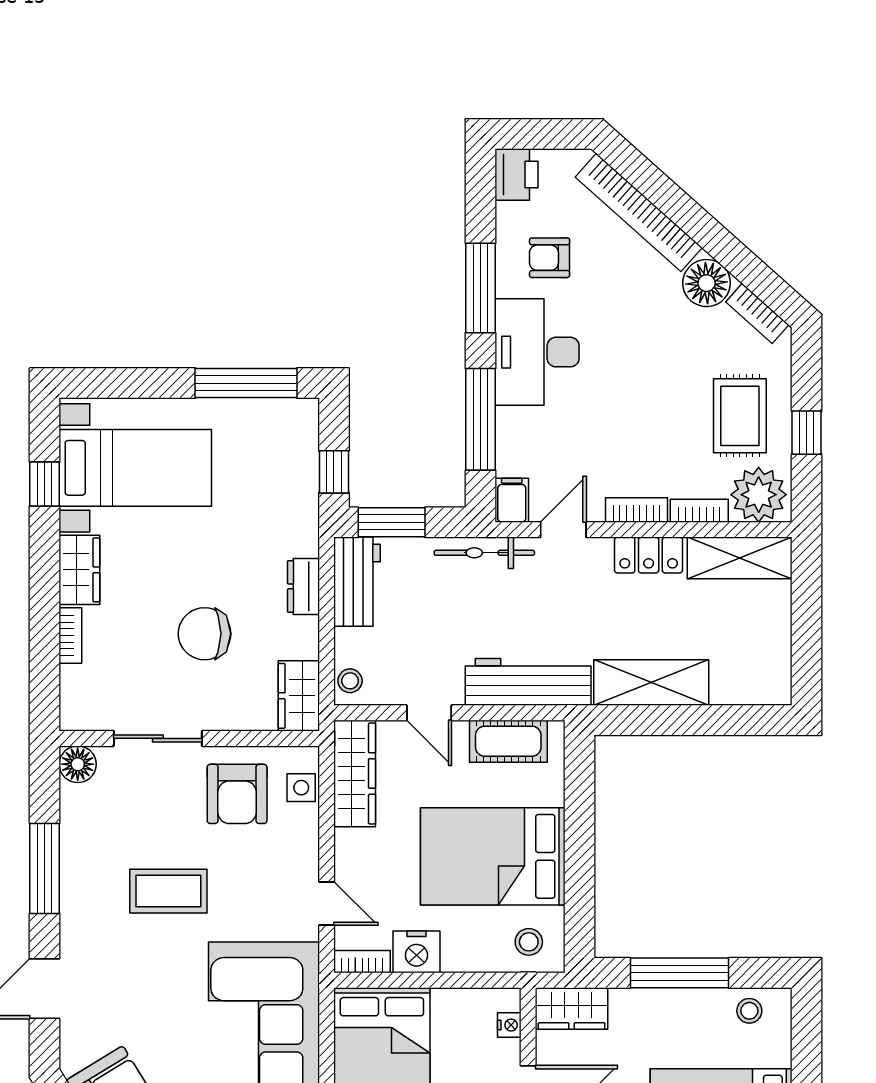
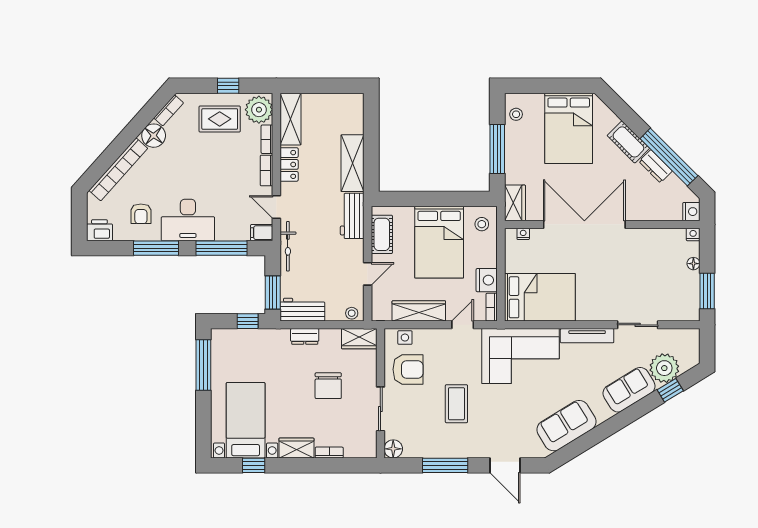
workbench: (528, 682) -> (352, 216), width x0.73
wardrobe: (355, 774) -> (419, 311), moved

